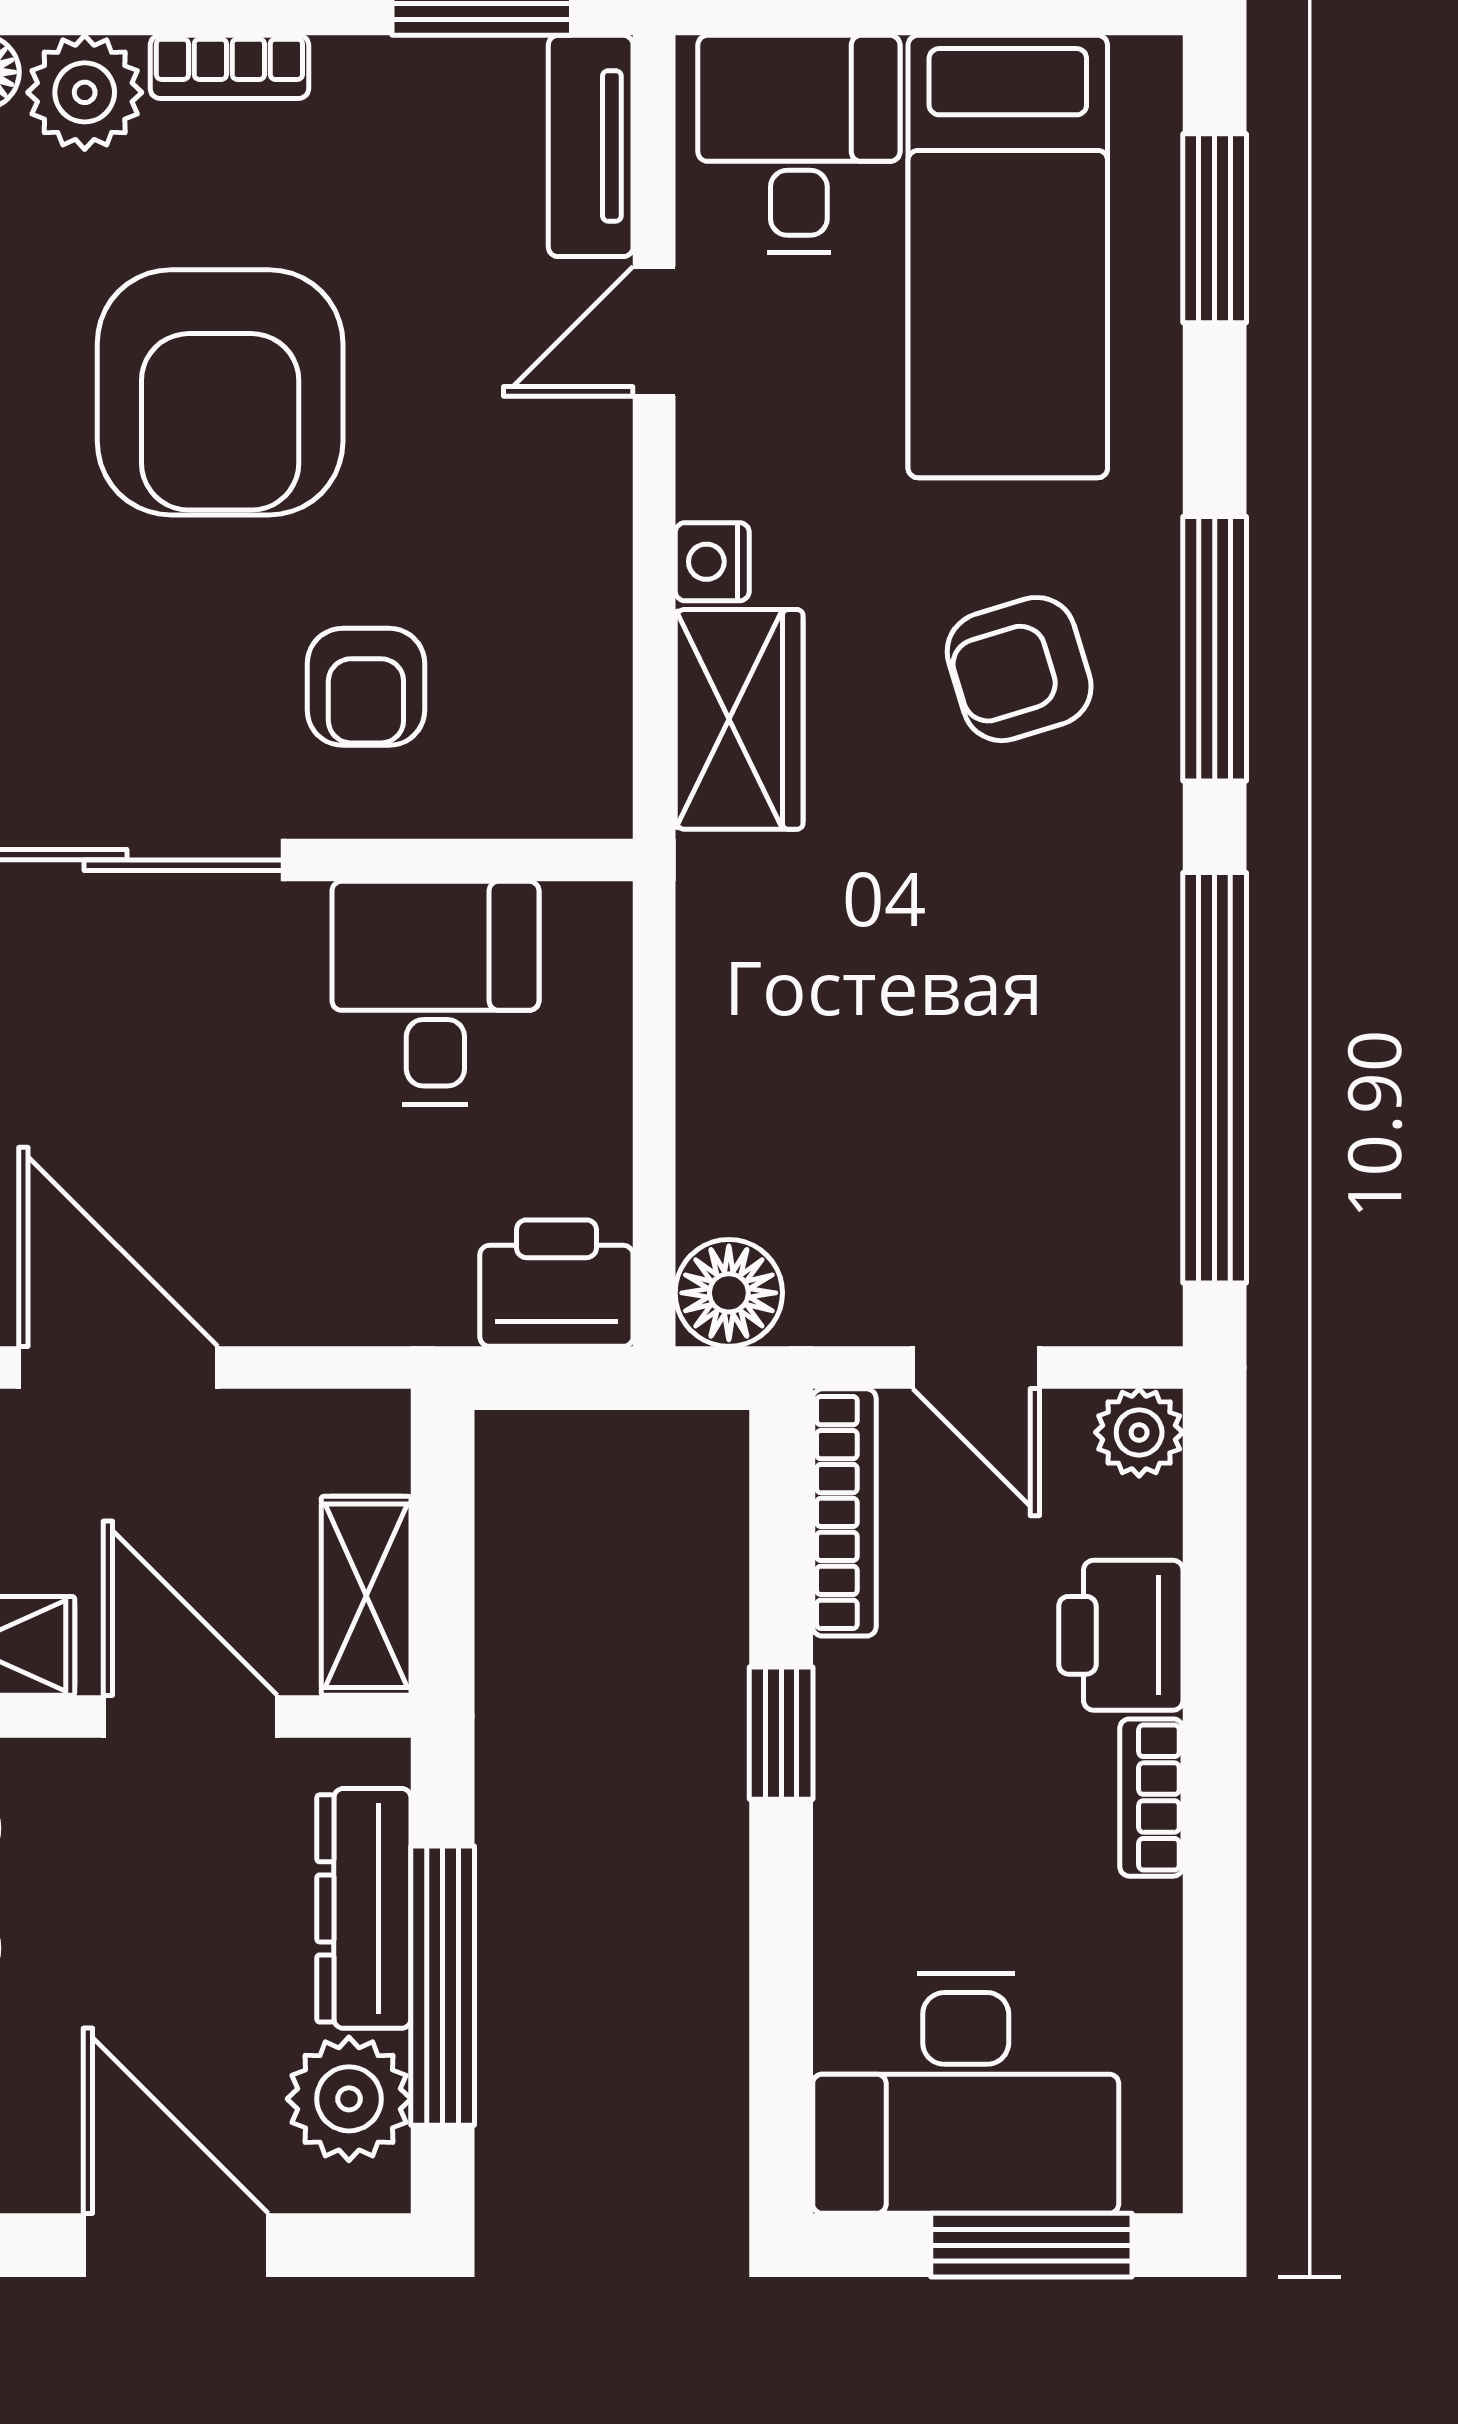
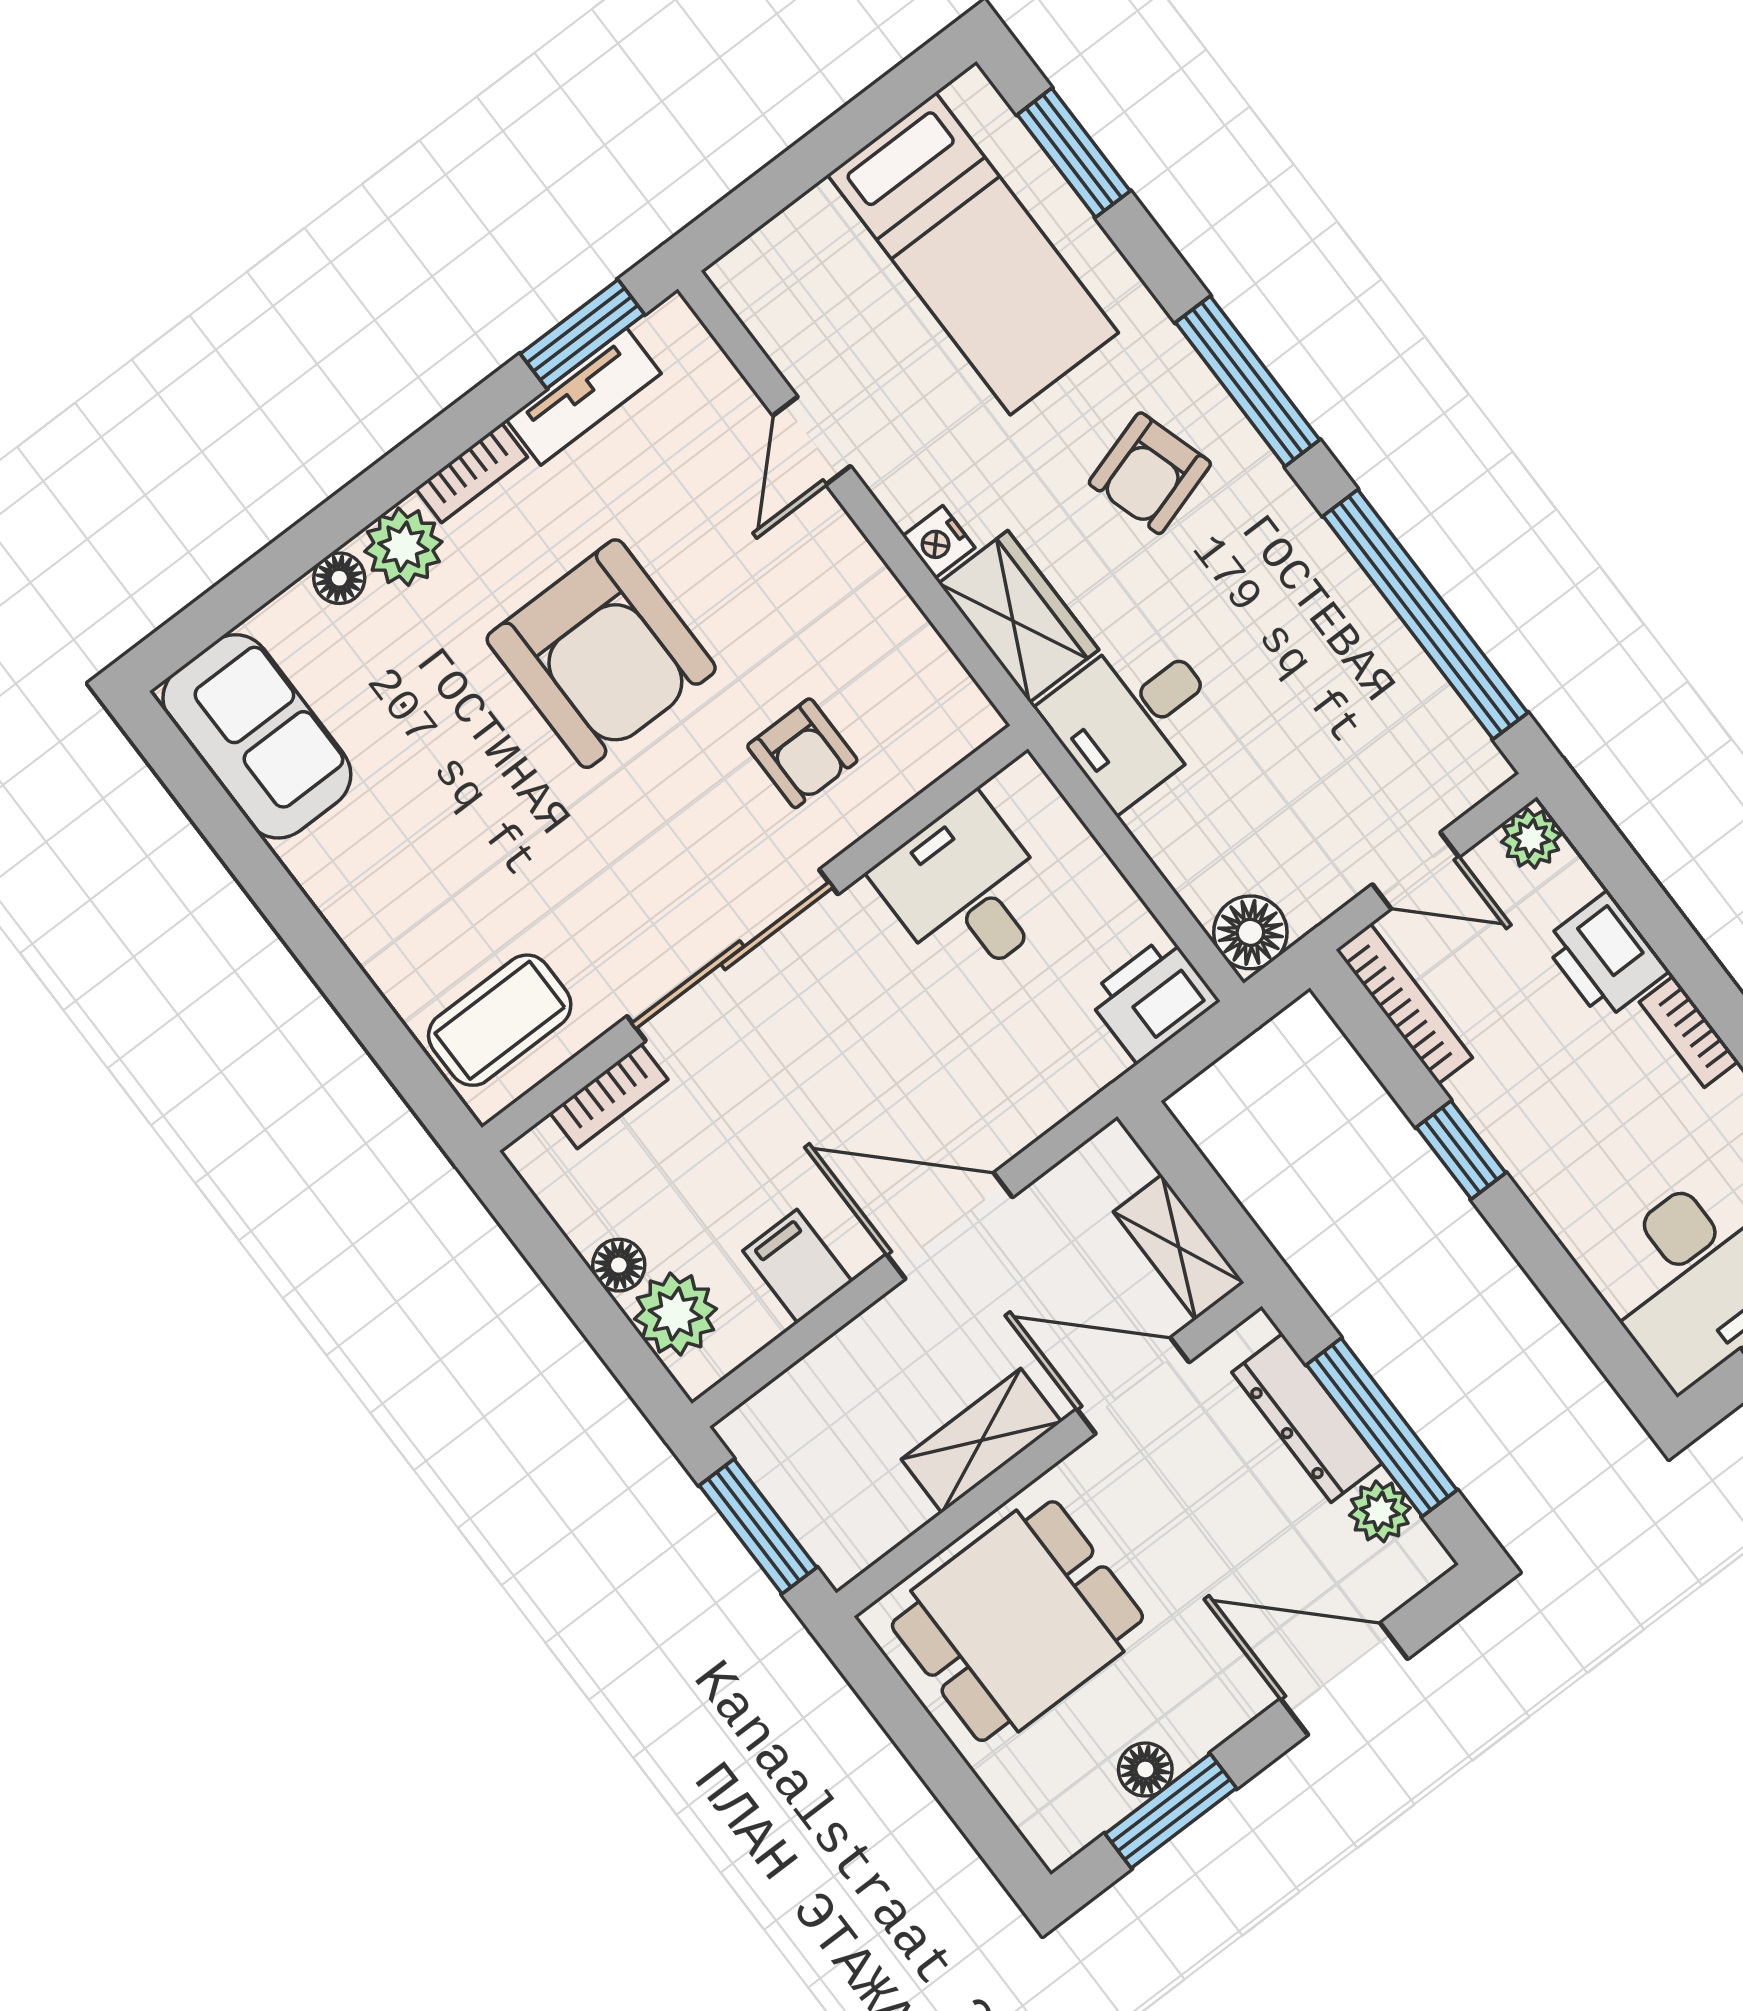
desk: (799, 144) -> (1134, 717), moved, turned -90
tv unit: (591, 146) -> (584, 397), moved, turned -90
plant: (349, 2099) -> (1380, 1511), width x0.73, depth x0.73

